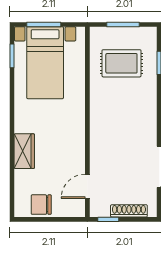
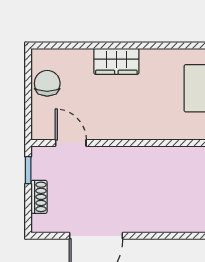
shoe rack: (129, 211) -> (39, 197), width x0.70

